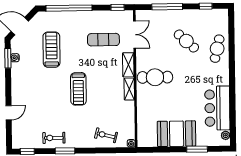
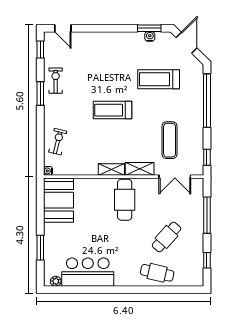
treadmill: (51, 50) -> (159, 79), turned 180
door: (9, 113) -> (63, 28), moved
booth: (177, 134) -> (58, 200), moved

